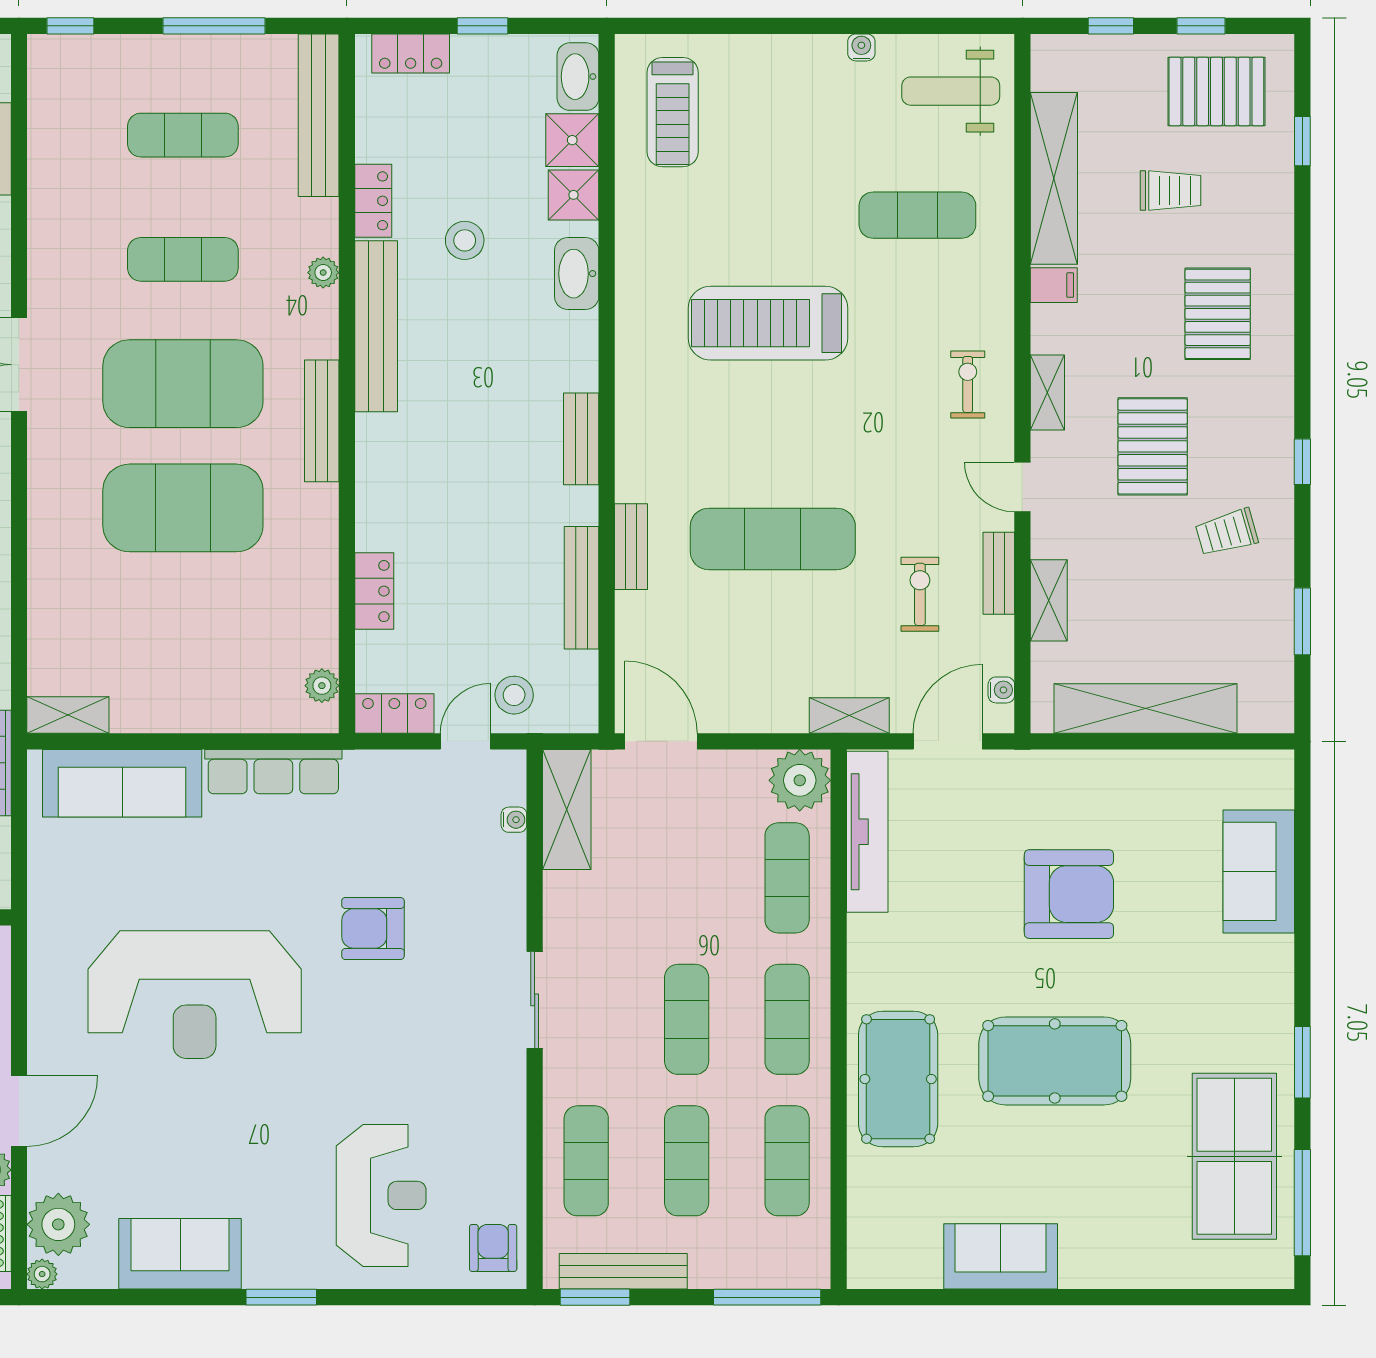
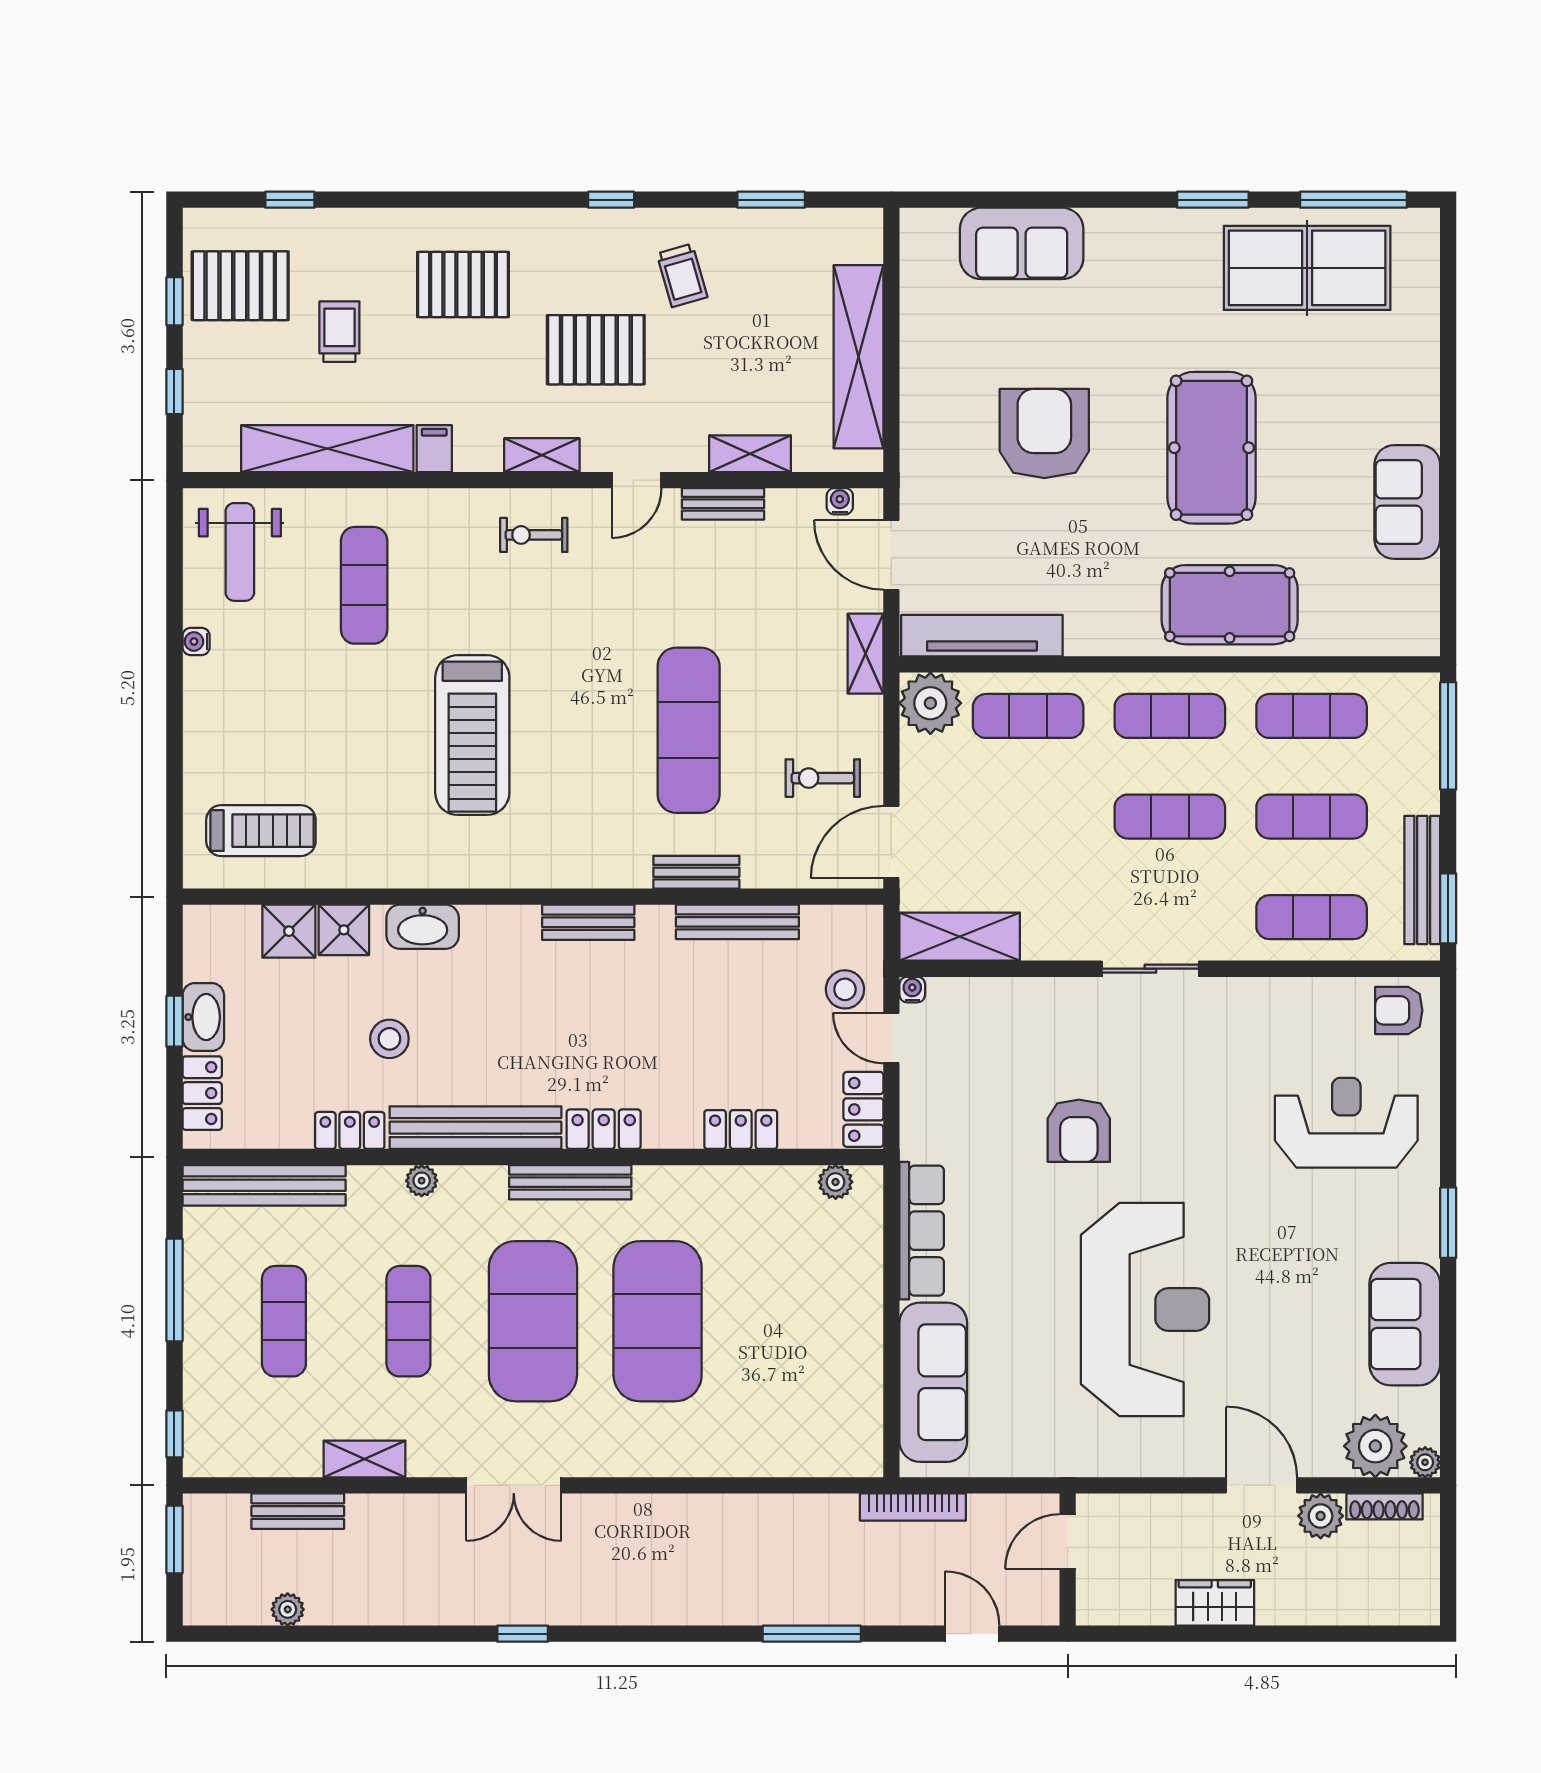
washbasin: (578, 77) -> (203, 1017), moved, turned -90
pallet: (1216, 91) -> (240, 286), turned 90
locker: (375, 454) -> (604, 1129), added
exercise bike: (920, 594) -> (823, 778), moved
shelving: (68, 715) -> (365, 1459), moved, turned 90
water cooler: (514, 820) -> (912, 990), moved

